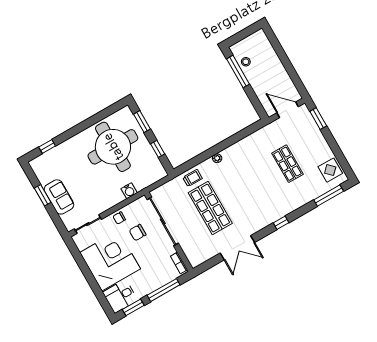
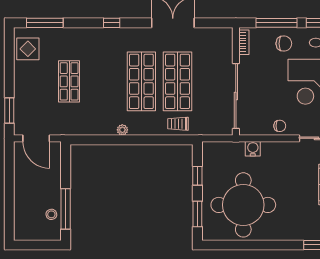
plant: (217, 158) -> (122, 130), moved
shop shelf: (236, 193) -> (141, 81), added
chair: (138, 233) -> (284, 44), moved

